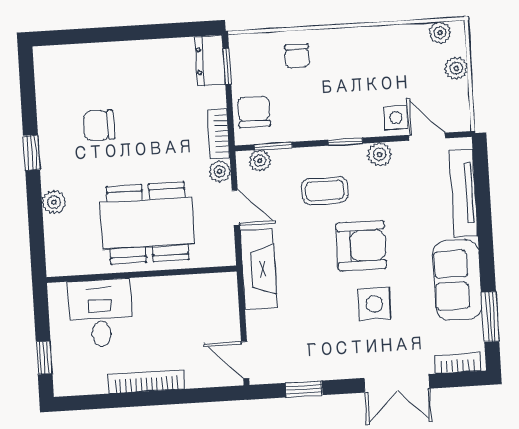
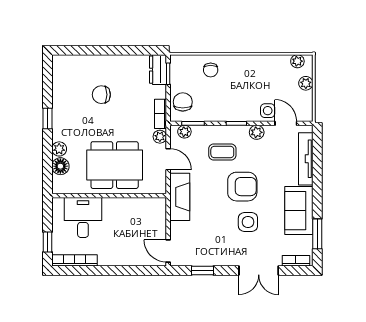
chair: (99, 125) -> (101, 95), moved
floor lamp: (58, 231) -> (60, 166), added
bookcase: (146, 382) -> (75, 260), moved

